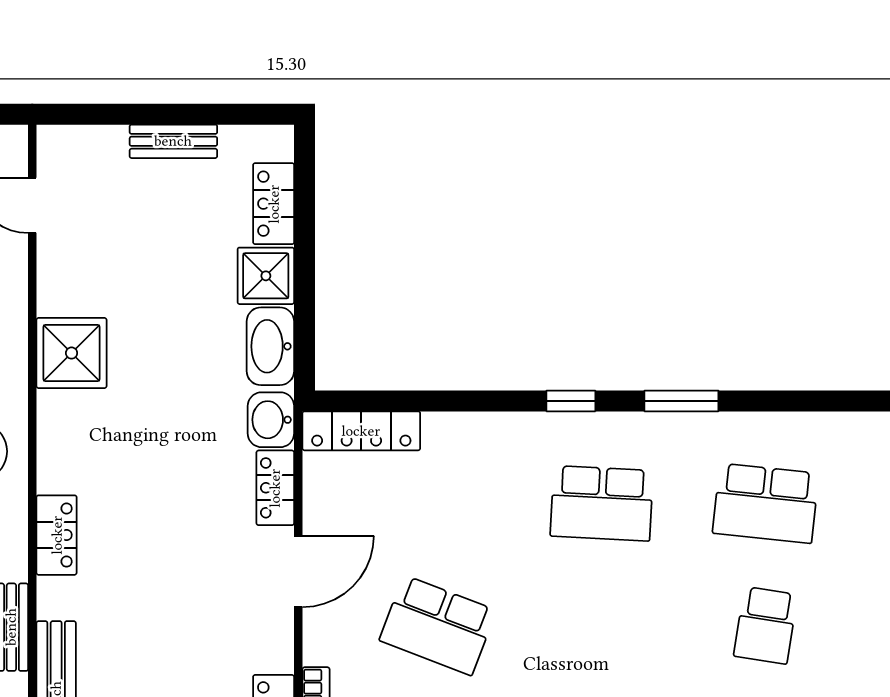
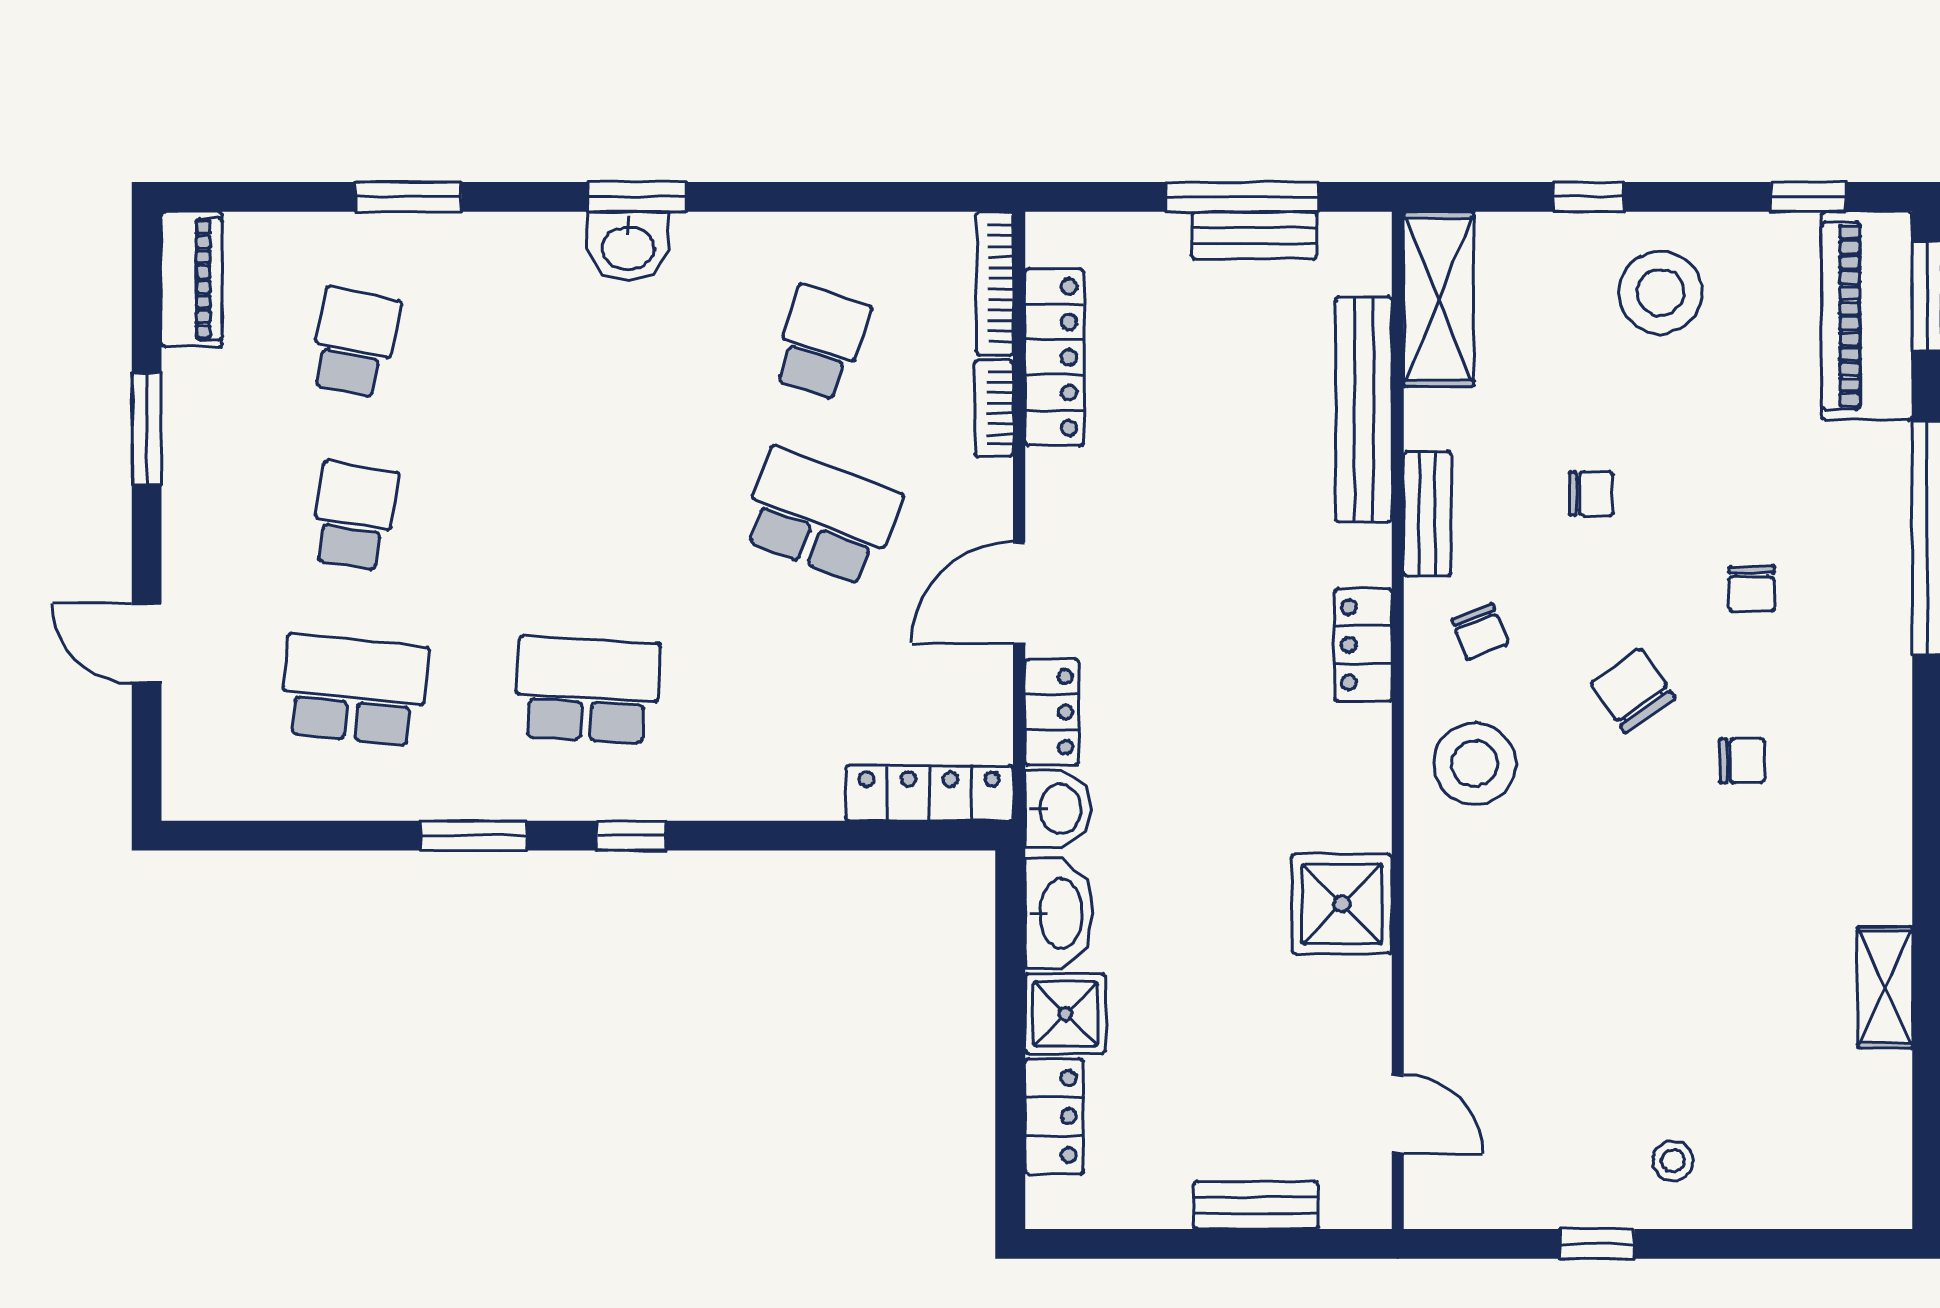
bench: (173, 141) -> (1256, 1205), moved

